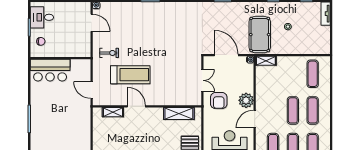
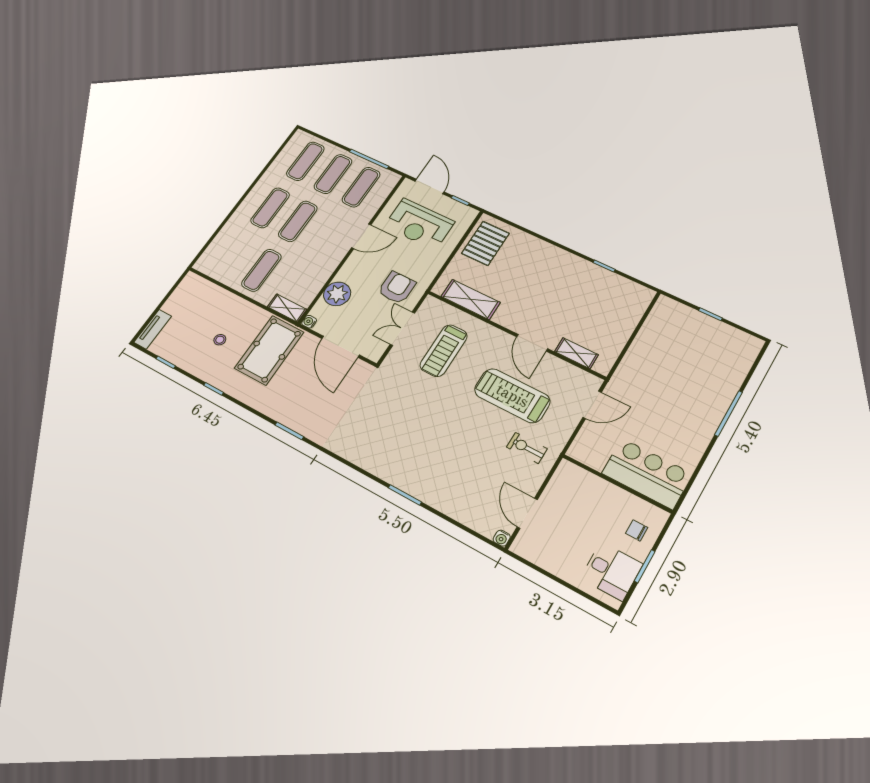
exercise mat: (313, 74) -> (261, 270), moved
treadmill: (176, 80) -> (444, 351), added
door: (92, 90) -> (592, 405), hinge flipped
plant: (246, 100) -> (337, 294), moved

